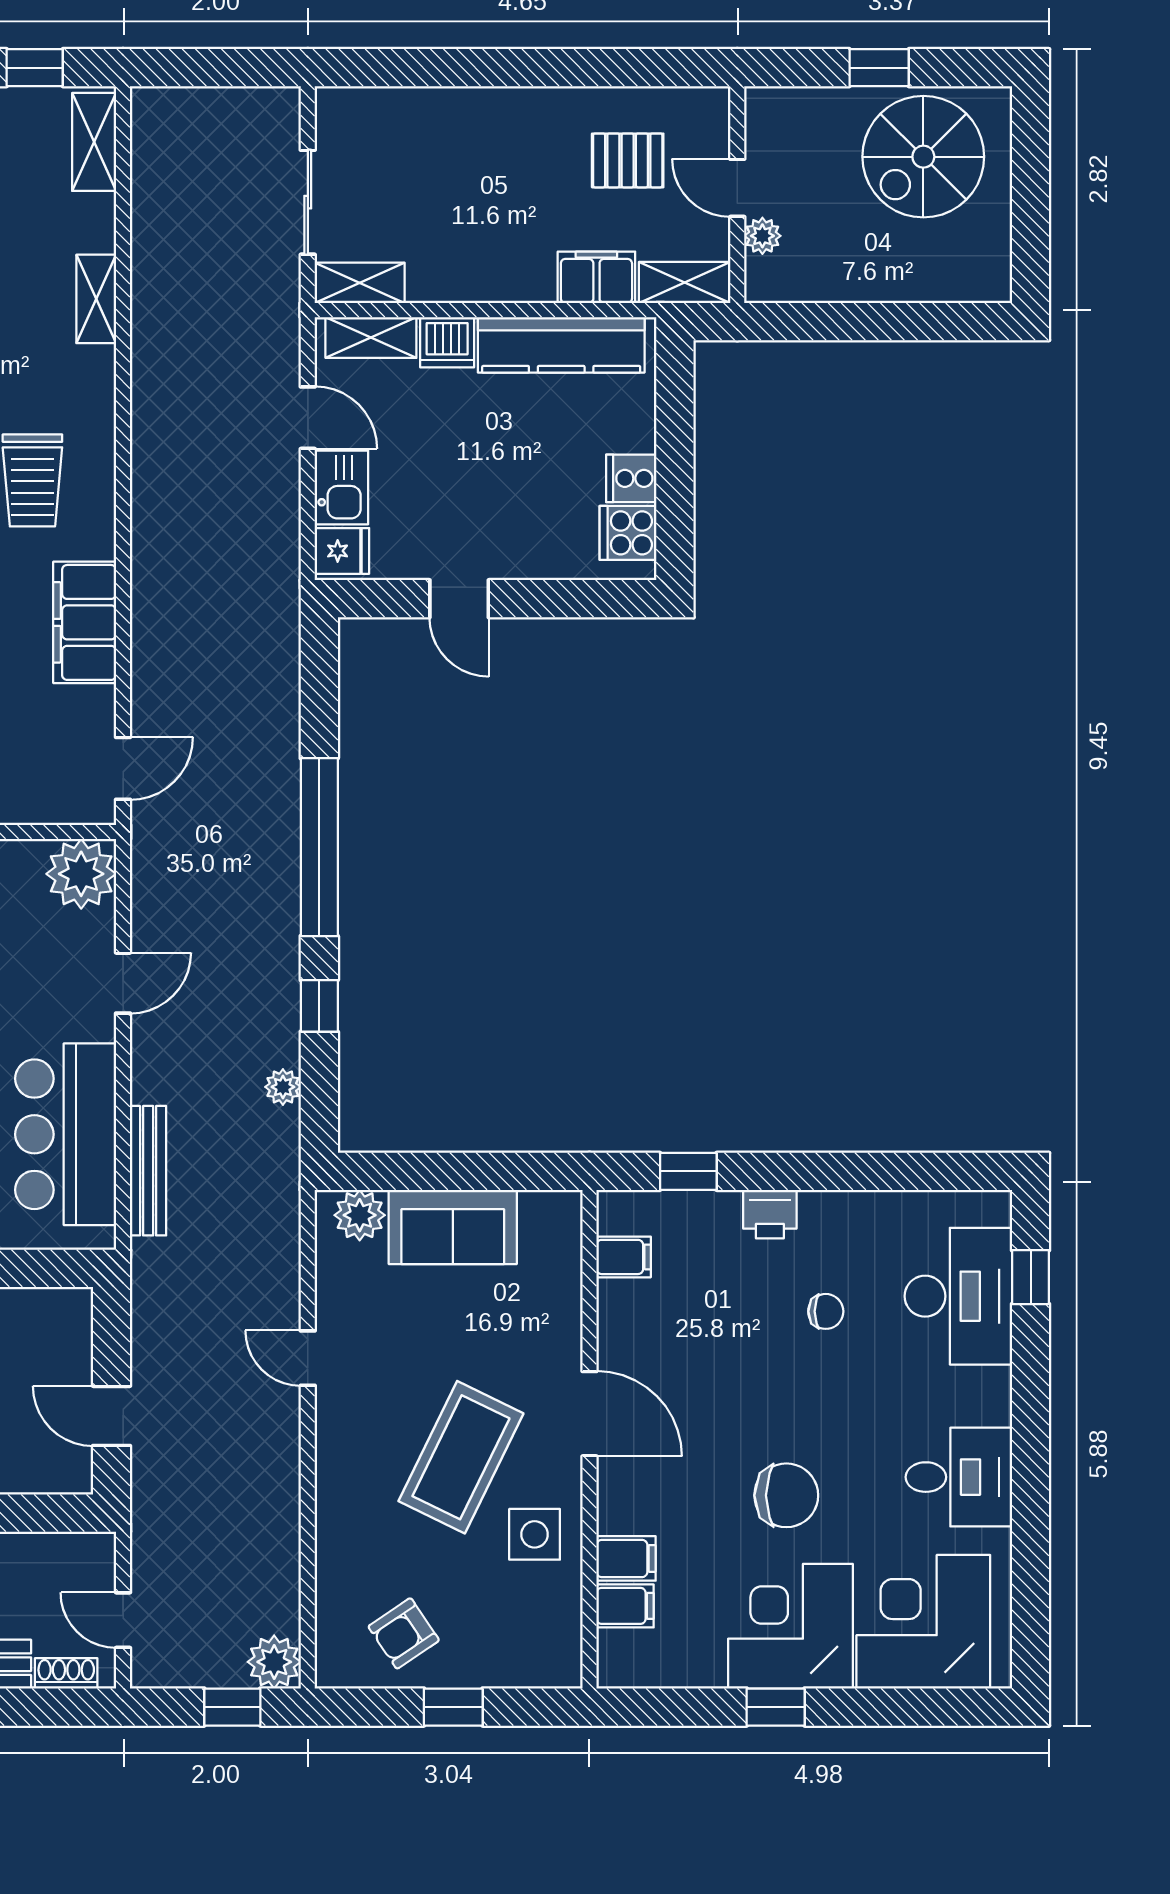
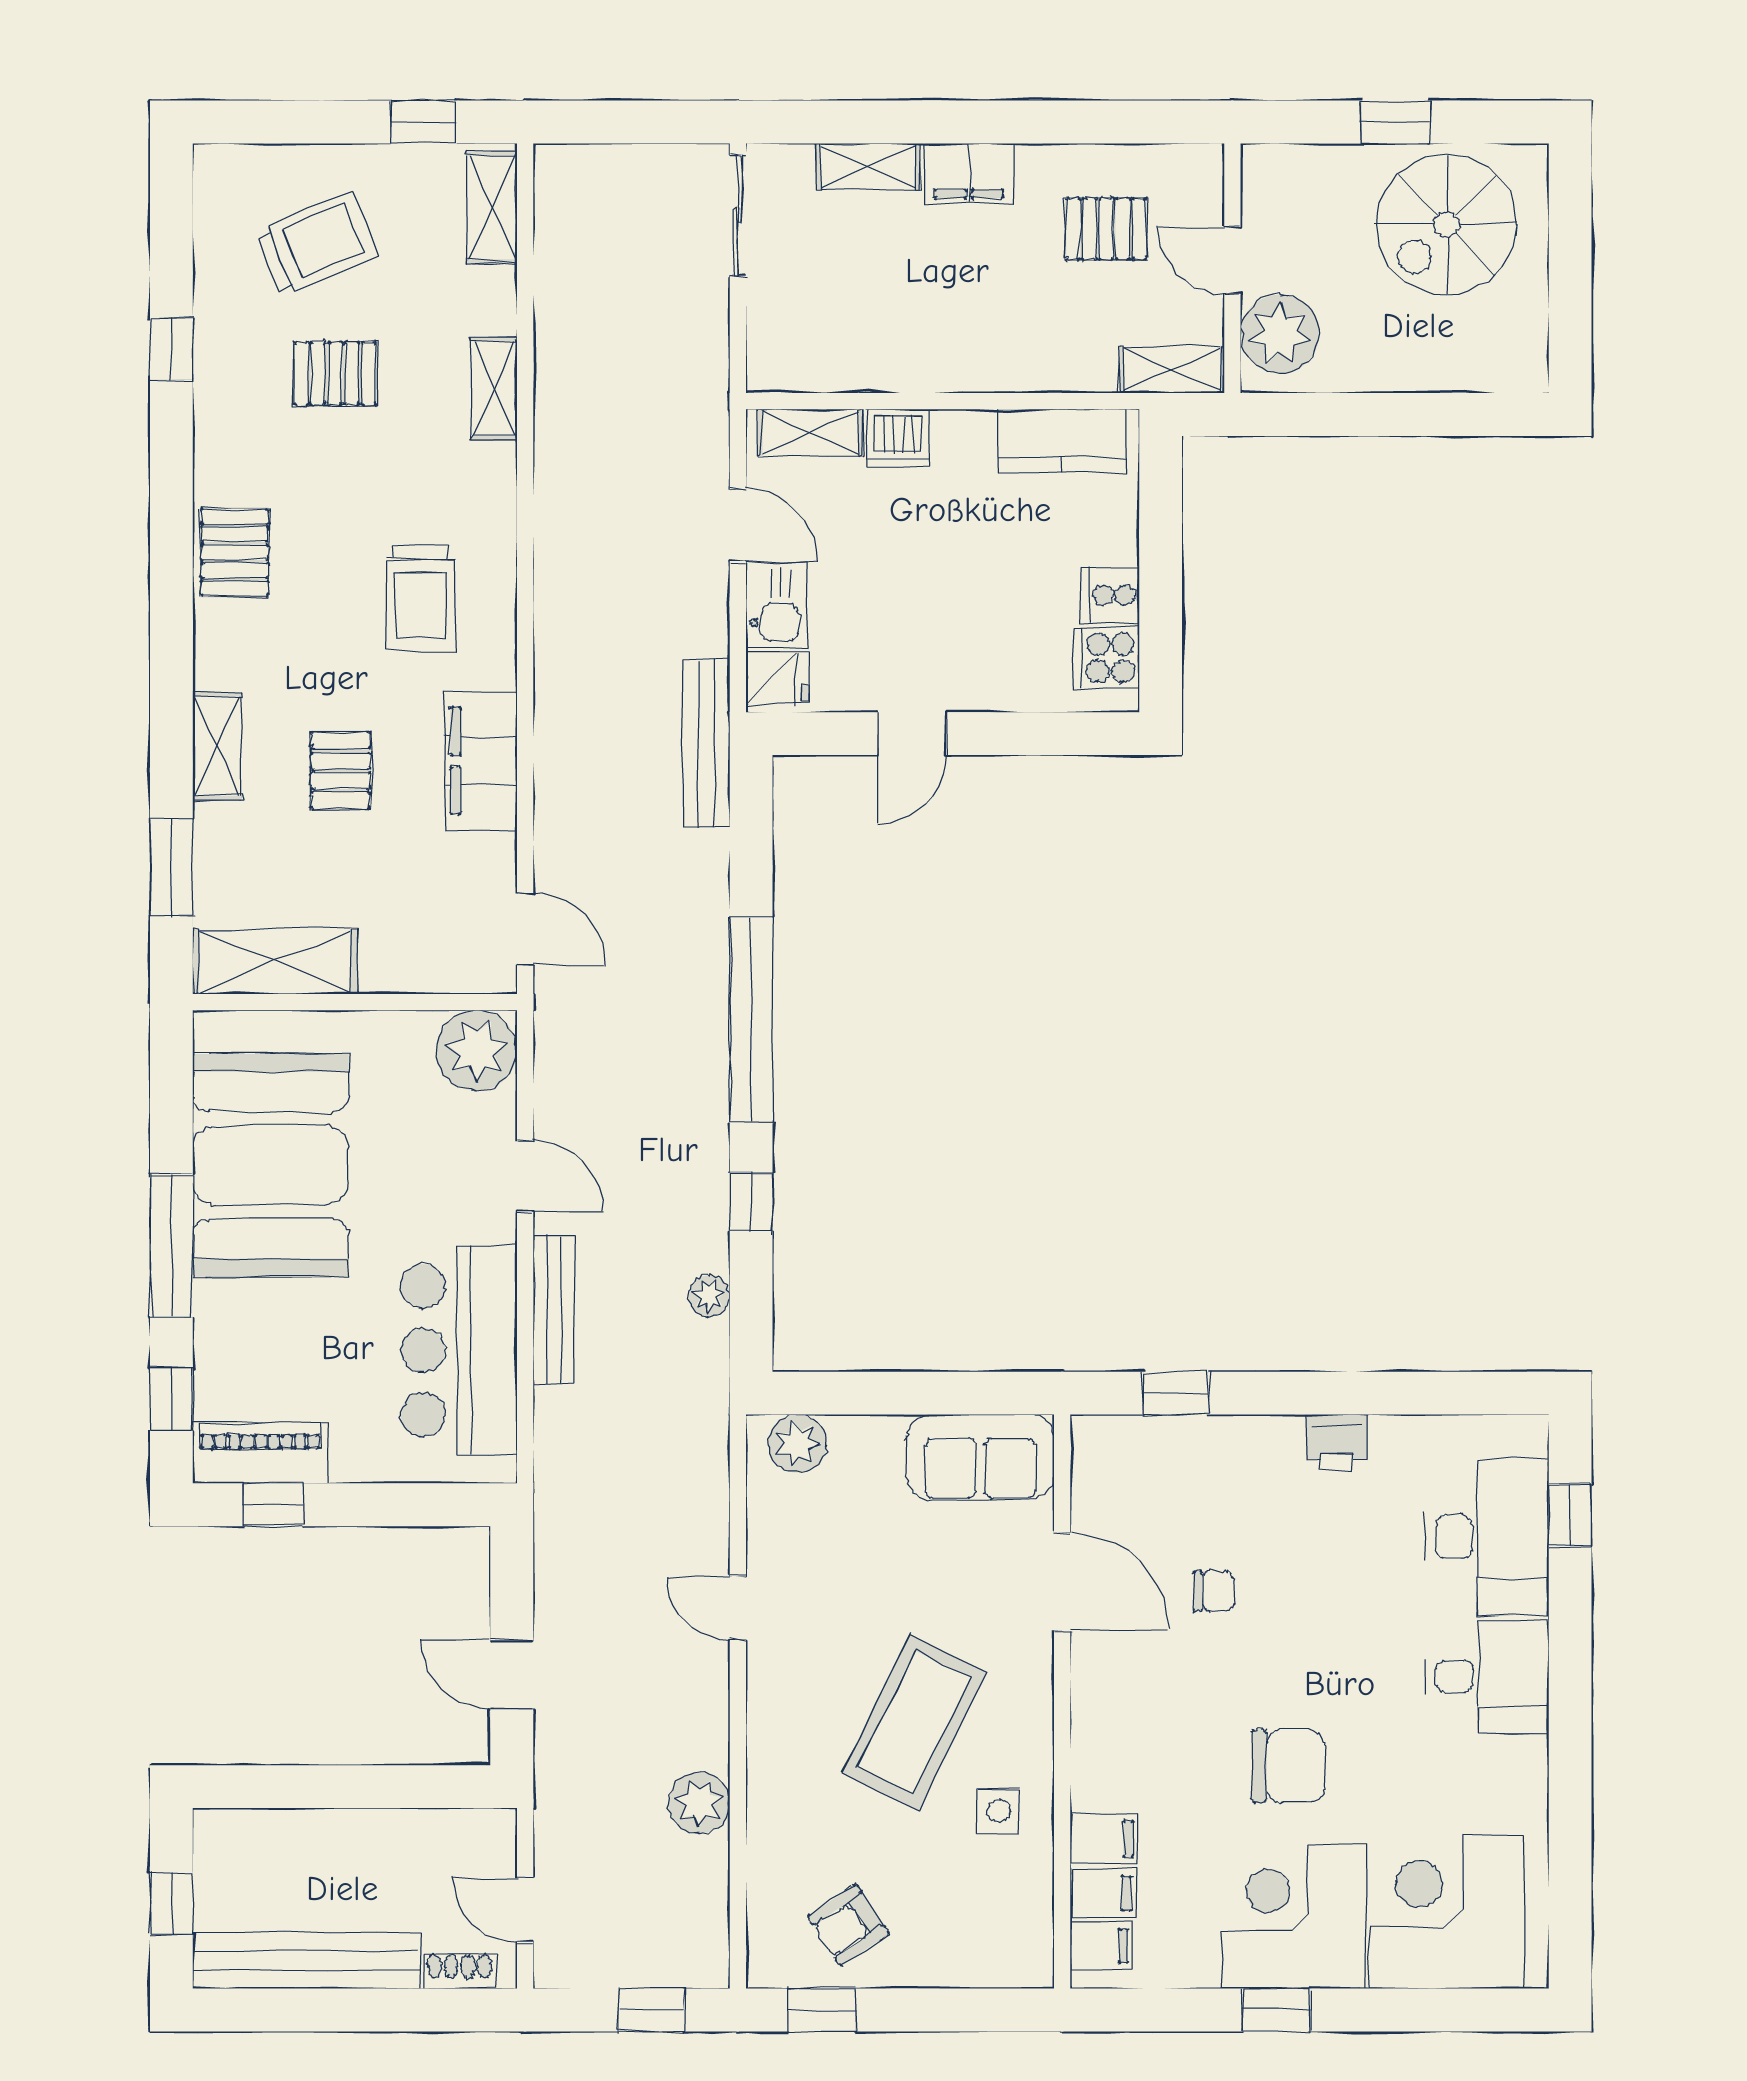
sliding door: (308, 202) -> (738, 215), moved
plant: (762, 236) -> (1280, 334), width x1.88, depth x1.88
filing cabinet: (596, 277) -> (969, 173), moved, turned 180
shelving: (360, 283) -> (868, 167), moved
kitchen counter: (561, 345) -> (1062, 441), width x0.67
door: (459, 599) -> (912, 734), hinge flipped
bench: (281, 607) -> (706, 743), added
door: (123, 768) -> (525, 929), hinge flipped
door: (123, 983) -> (525, 1176), hinge flipped
bench: (148, 1171) -> (554, 1309), moved
printer: (770, 1214) -> (1337, 1442), moved
sofa: (453, 1227) -> (980, 1457), moved
filing cabinet: (624, 1257) -> (1101, 1946), moved
chair: (826, 1311) -> (1214, 1591), moved
door: (589, 1414) -> (1062, 1582), moved
desk: (959, 1477) -> (1488, 1677), moved
side table: (535, 1534) -> (999, 1811), width x0.73, depth x0.73
plant: (274, 1662) -> (699, 1803), moved
window: (453, 1707) -> (822, 2010), moved

